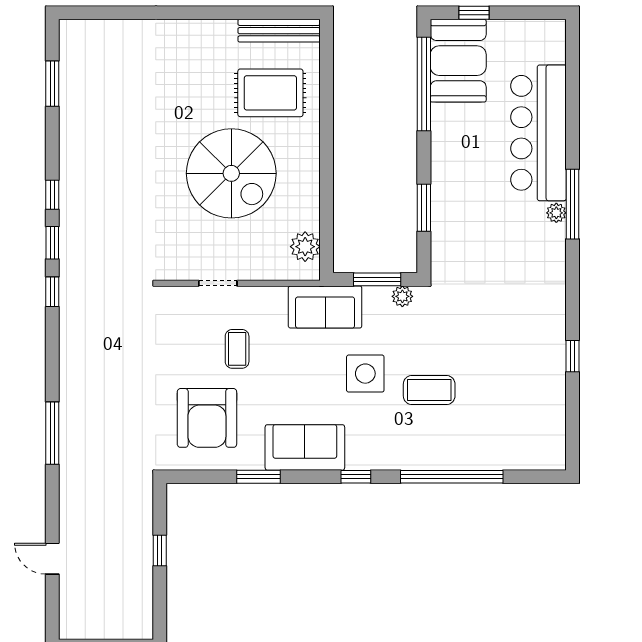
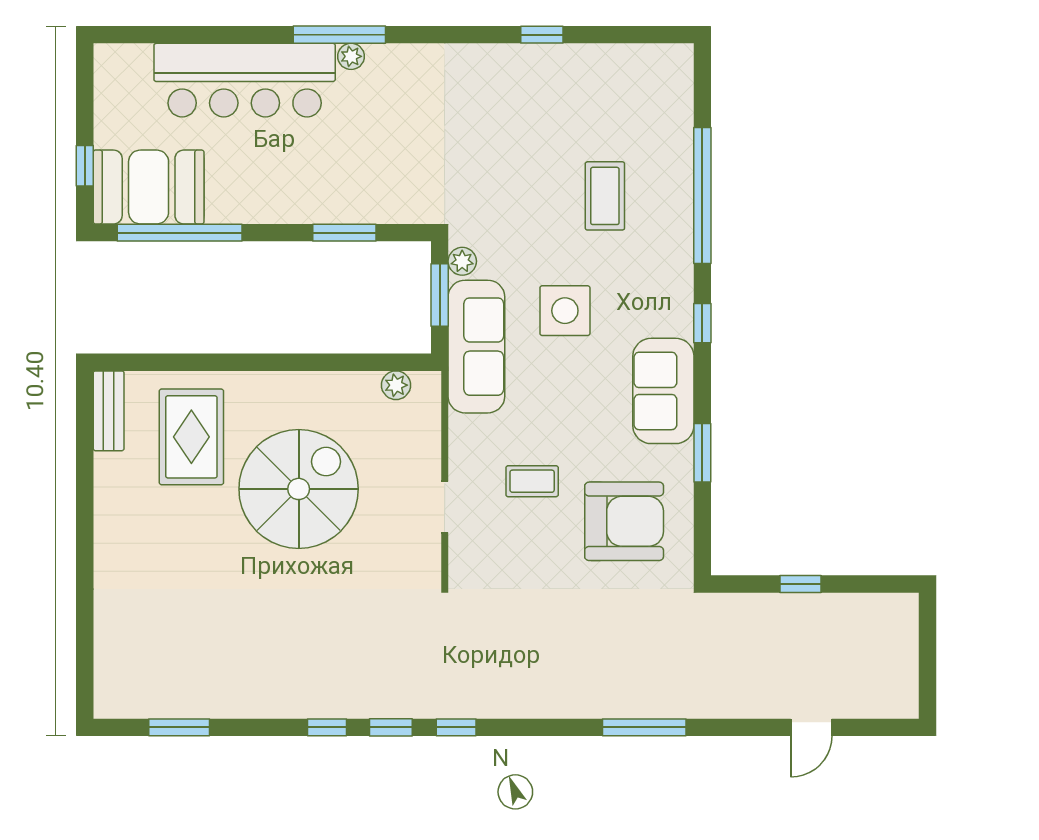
bench: (279, 31) -> (109, 411), width x0.73
plant: (305, 247) -> (396, 385), width x0.73, depth x0.73
sofa: (325, 307) -> (476, 347), width x1.36
coffee table: (429, 390) -> (605, 196), moved

